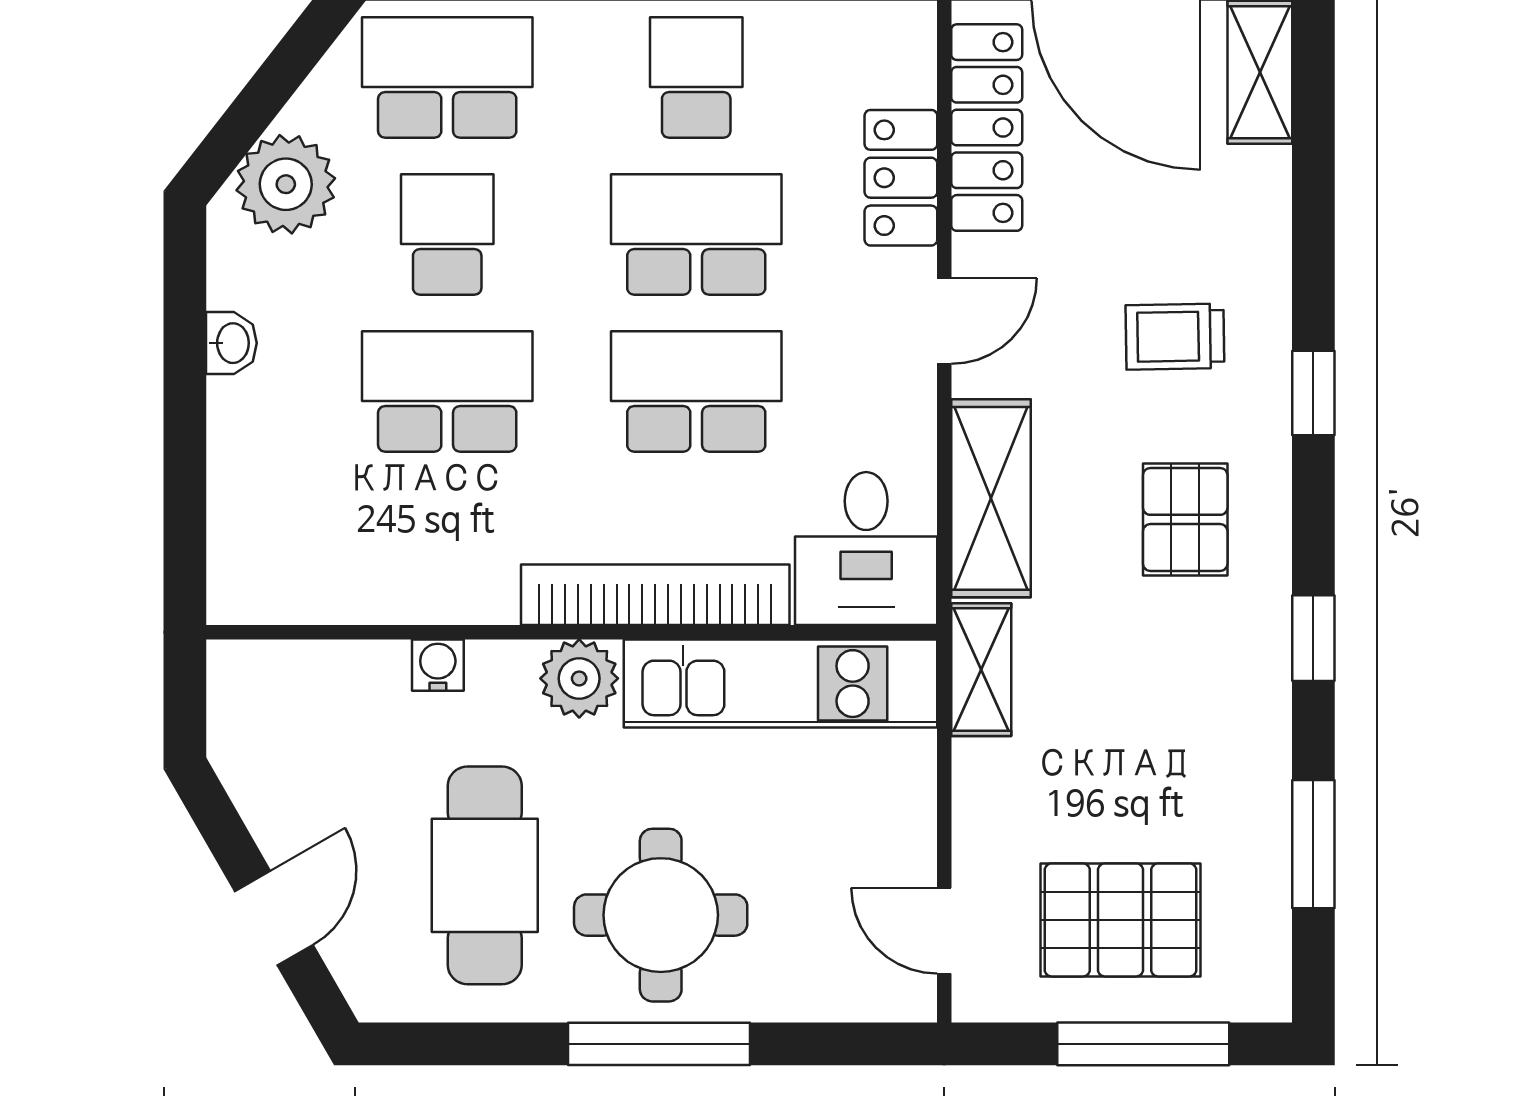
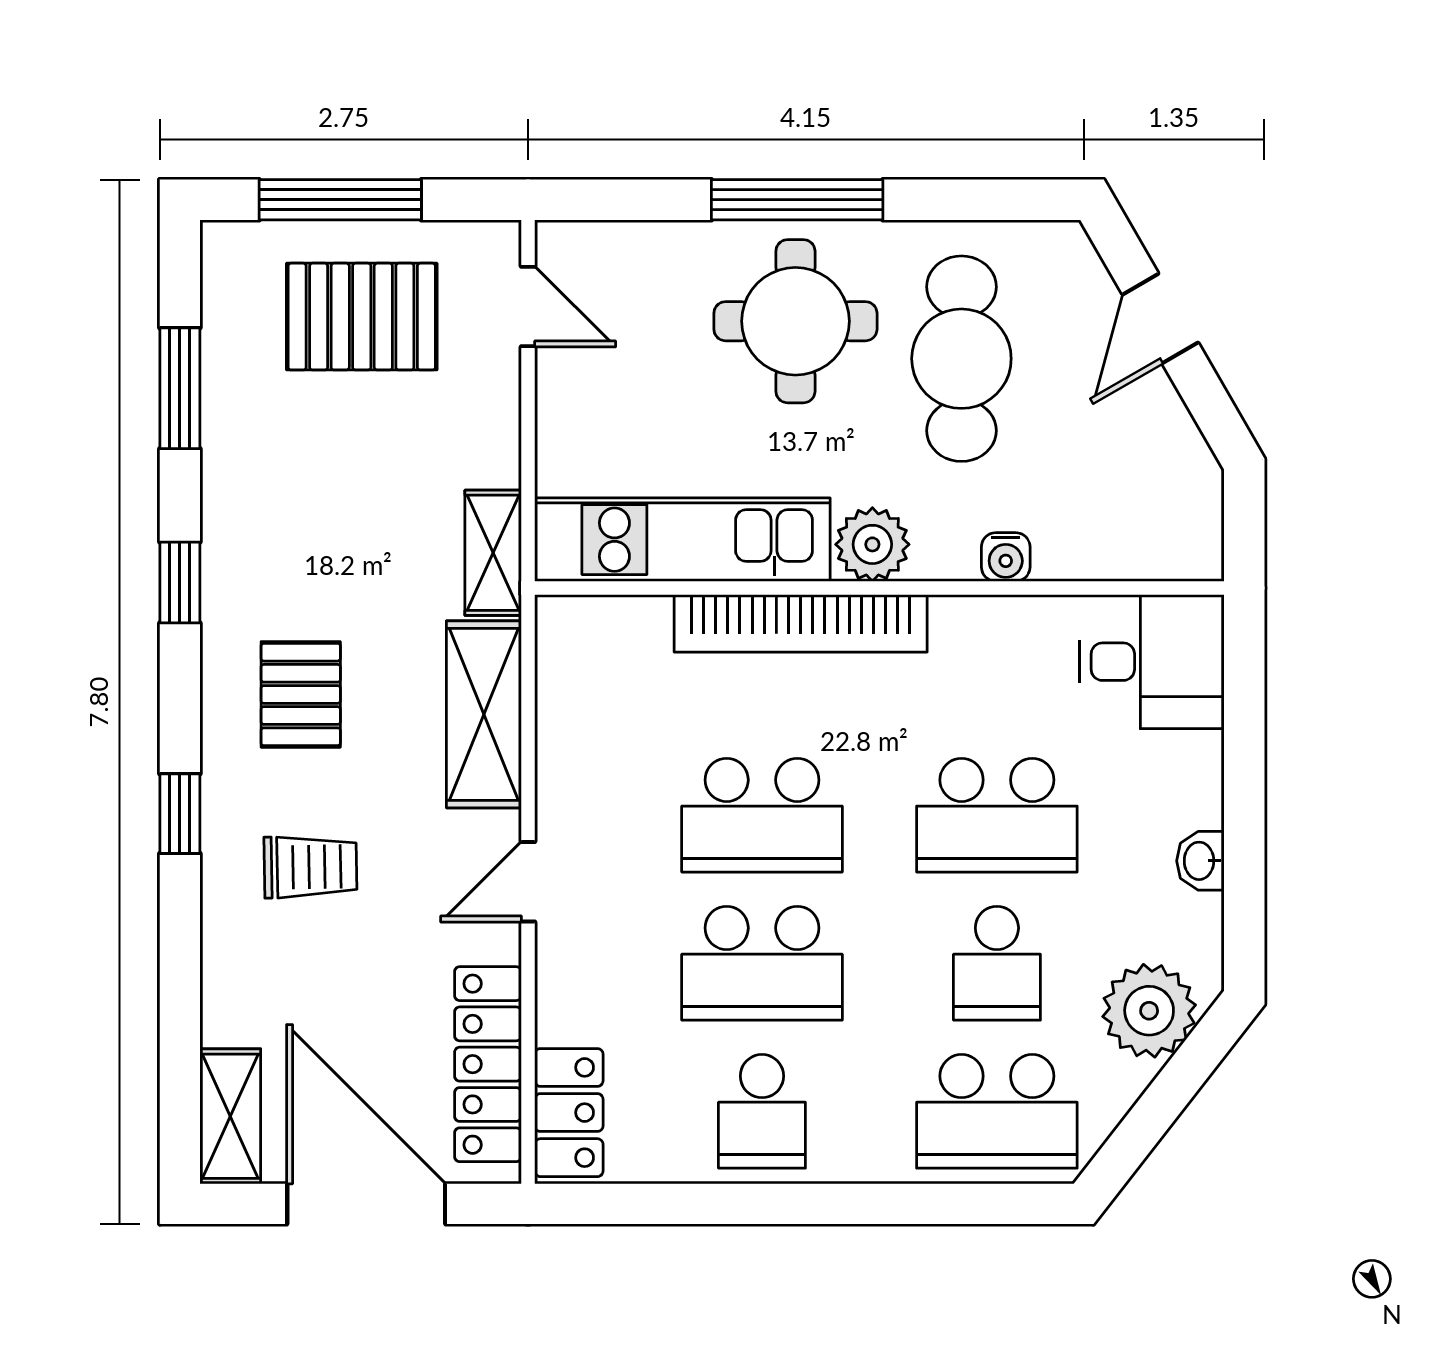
locker: (901, 178) -> (569, 1113), moved
desk: (866, 549) -> (1152, 662), moved, turned 90

